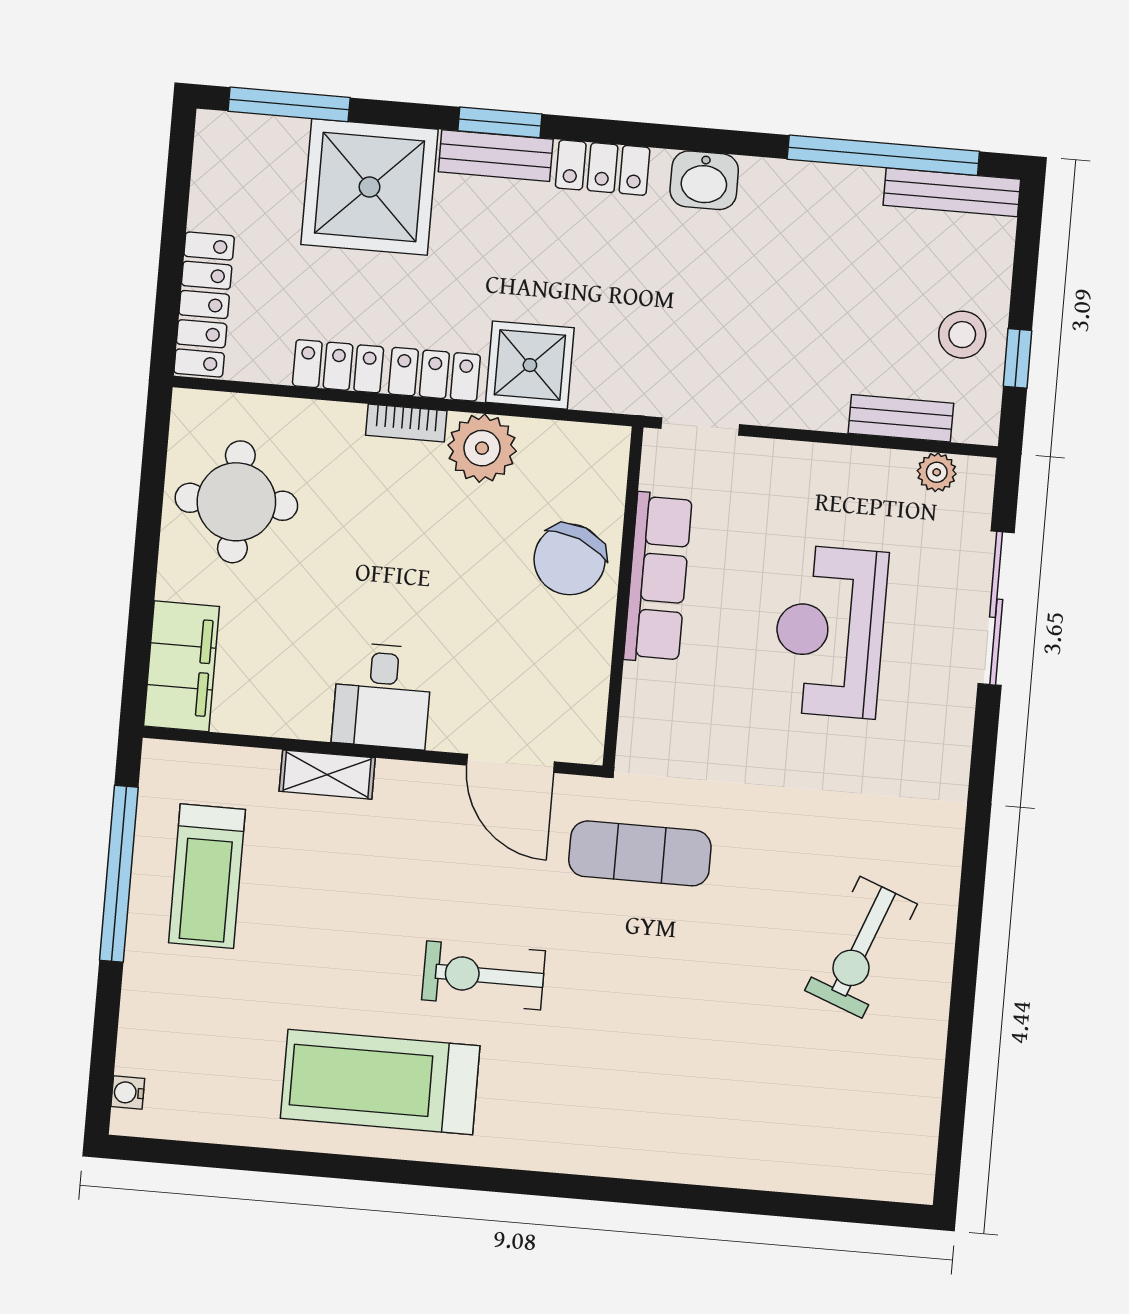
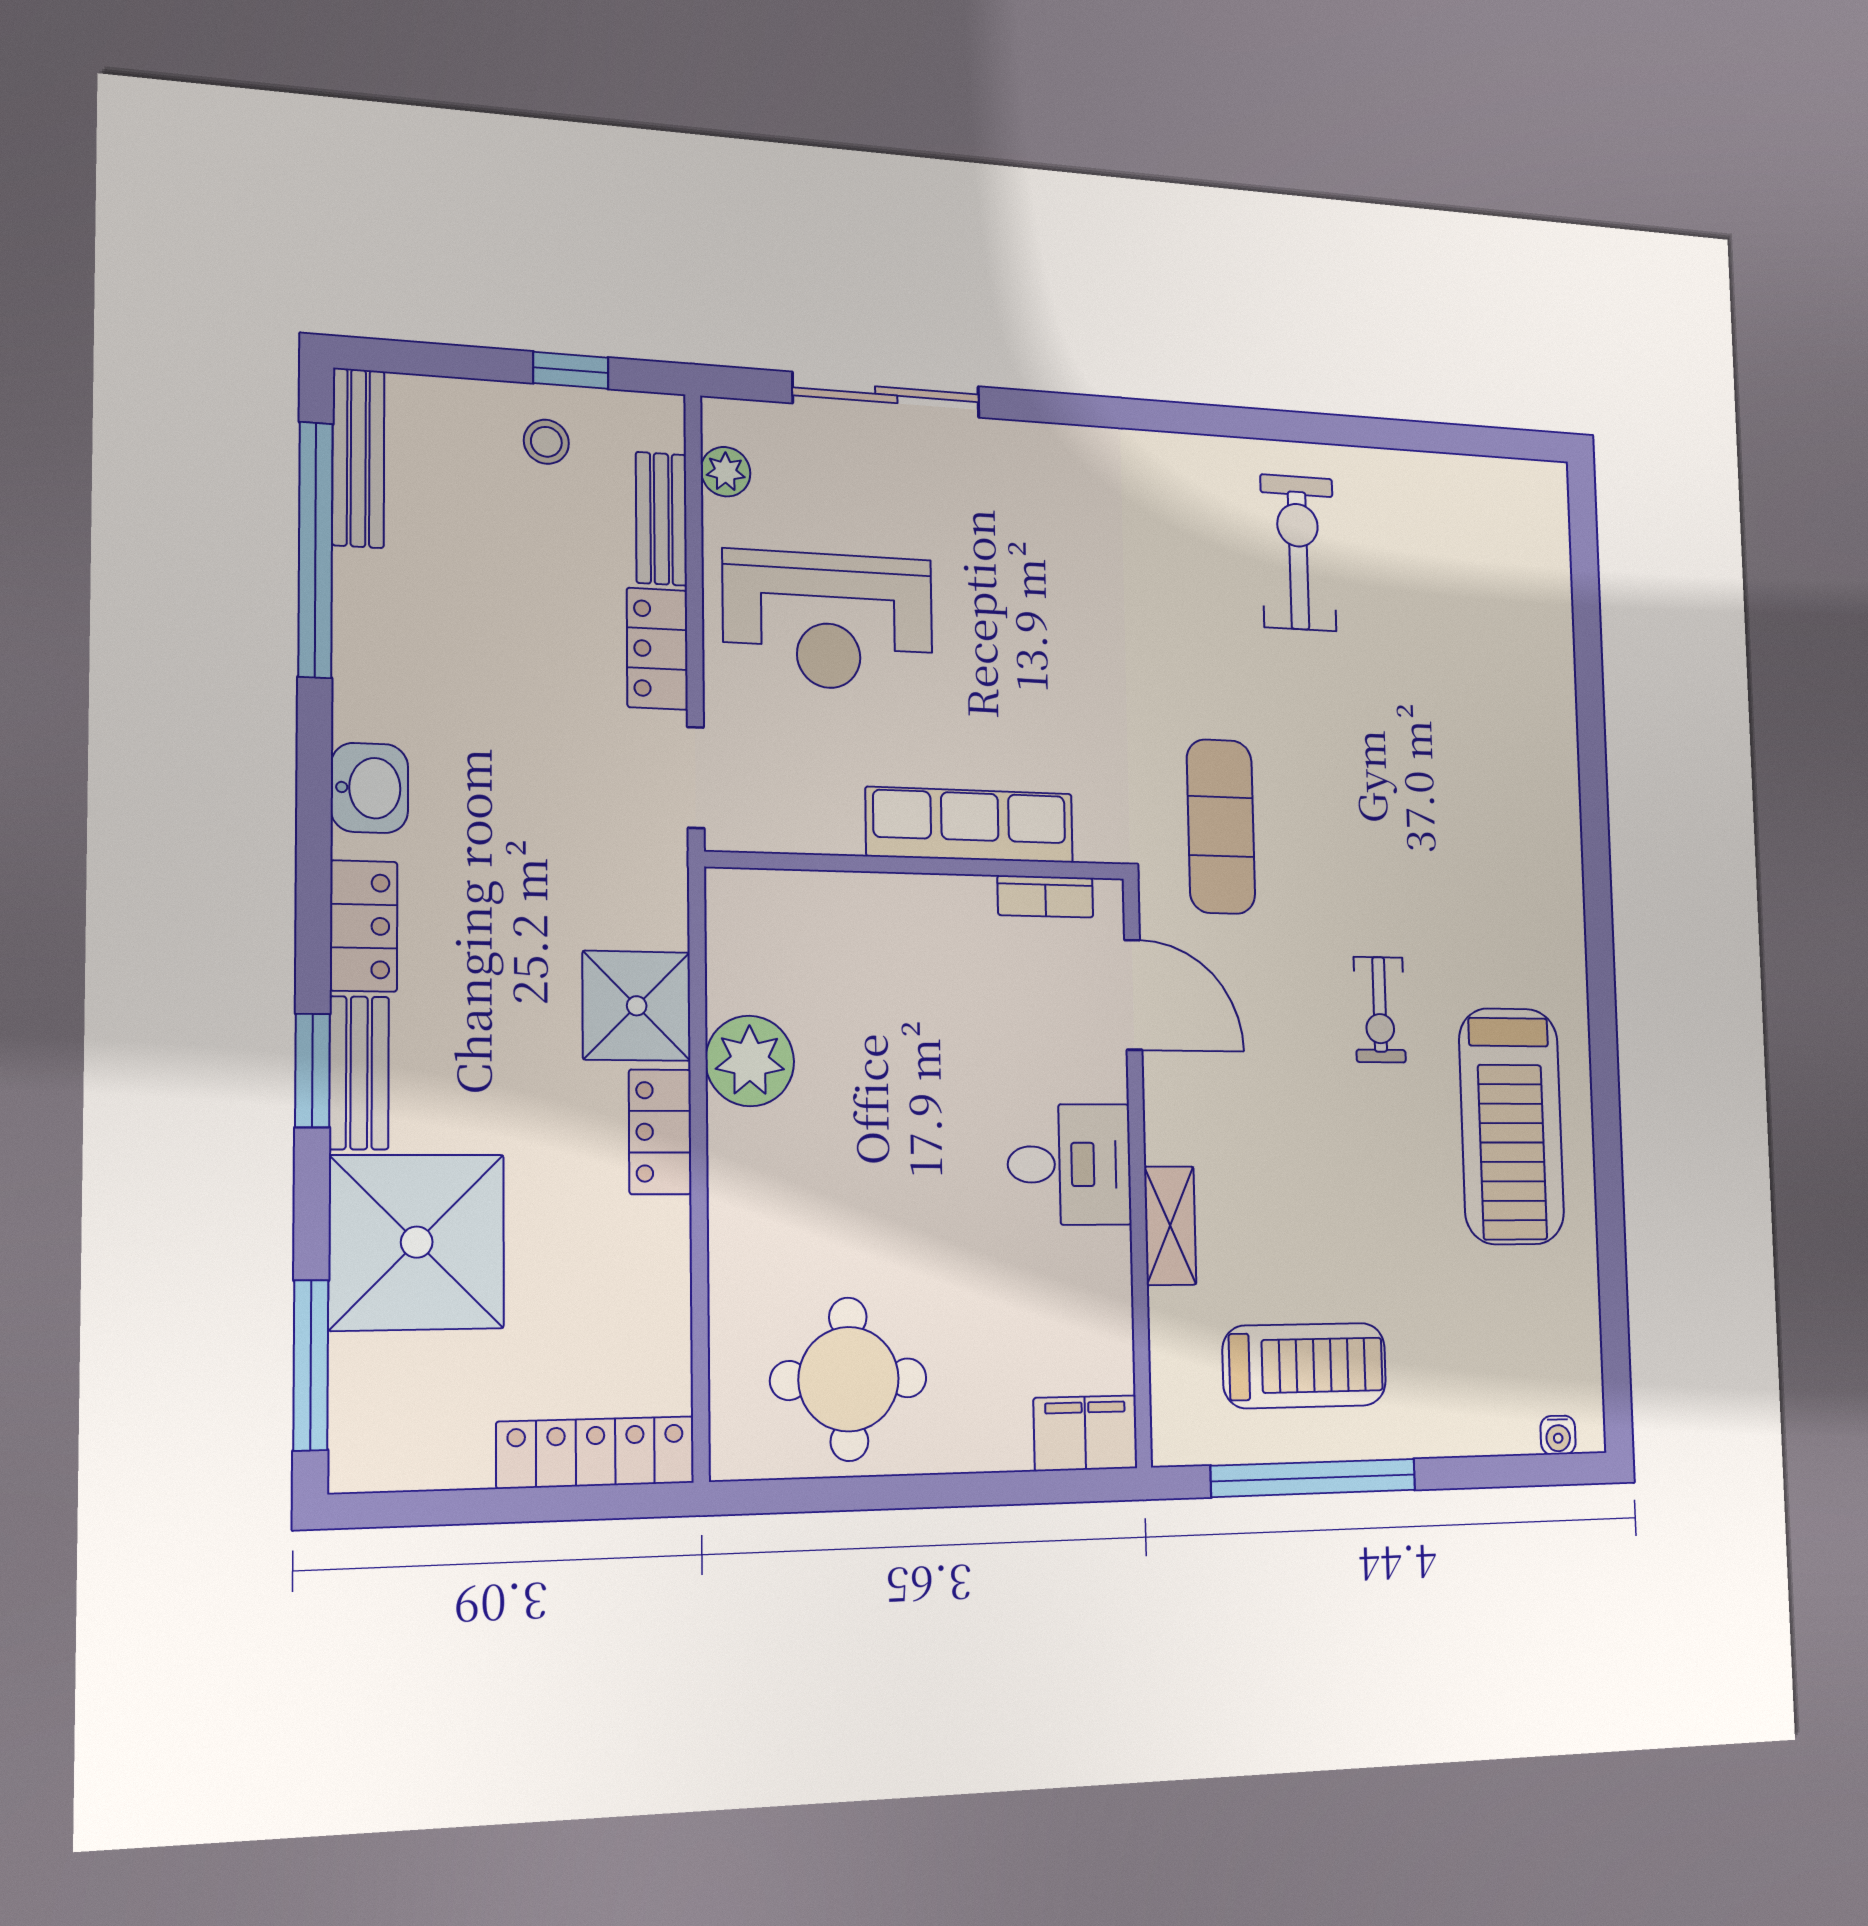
stool: (962, 335) -> (546, 442), width x0.73, depth x0.73
locker: (338, 366) -> (657, 649), moved
bookcase: (406, 423) -> (1045, 896), moved, turned 90
chair: (570, 559) -> (879, 937), removed
row of seats: (658, 578) -> (970, 825), moved
reception desk: (830, 632) -> (828, 621), moved
filing cabinet: (181, 666) -> (1085, 1433), width x0.67, depth x0.86
door: (510, 763) -> (1133, 995), hinge flipped
exercise bike: (861, 947) -> (1298, 553), turned -111
exercise bike: (484, 975) -> (1380, 1010), width x0.73, depth x0.72

